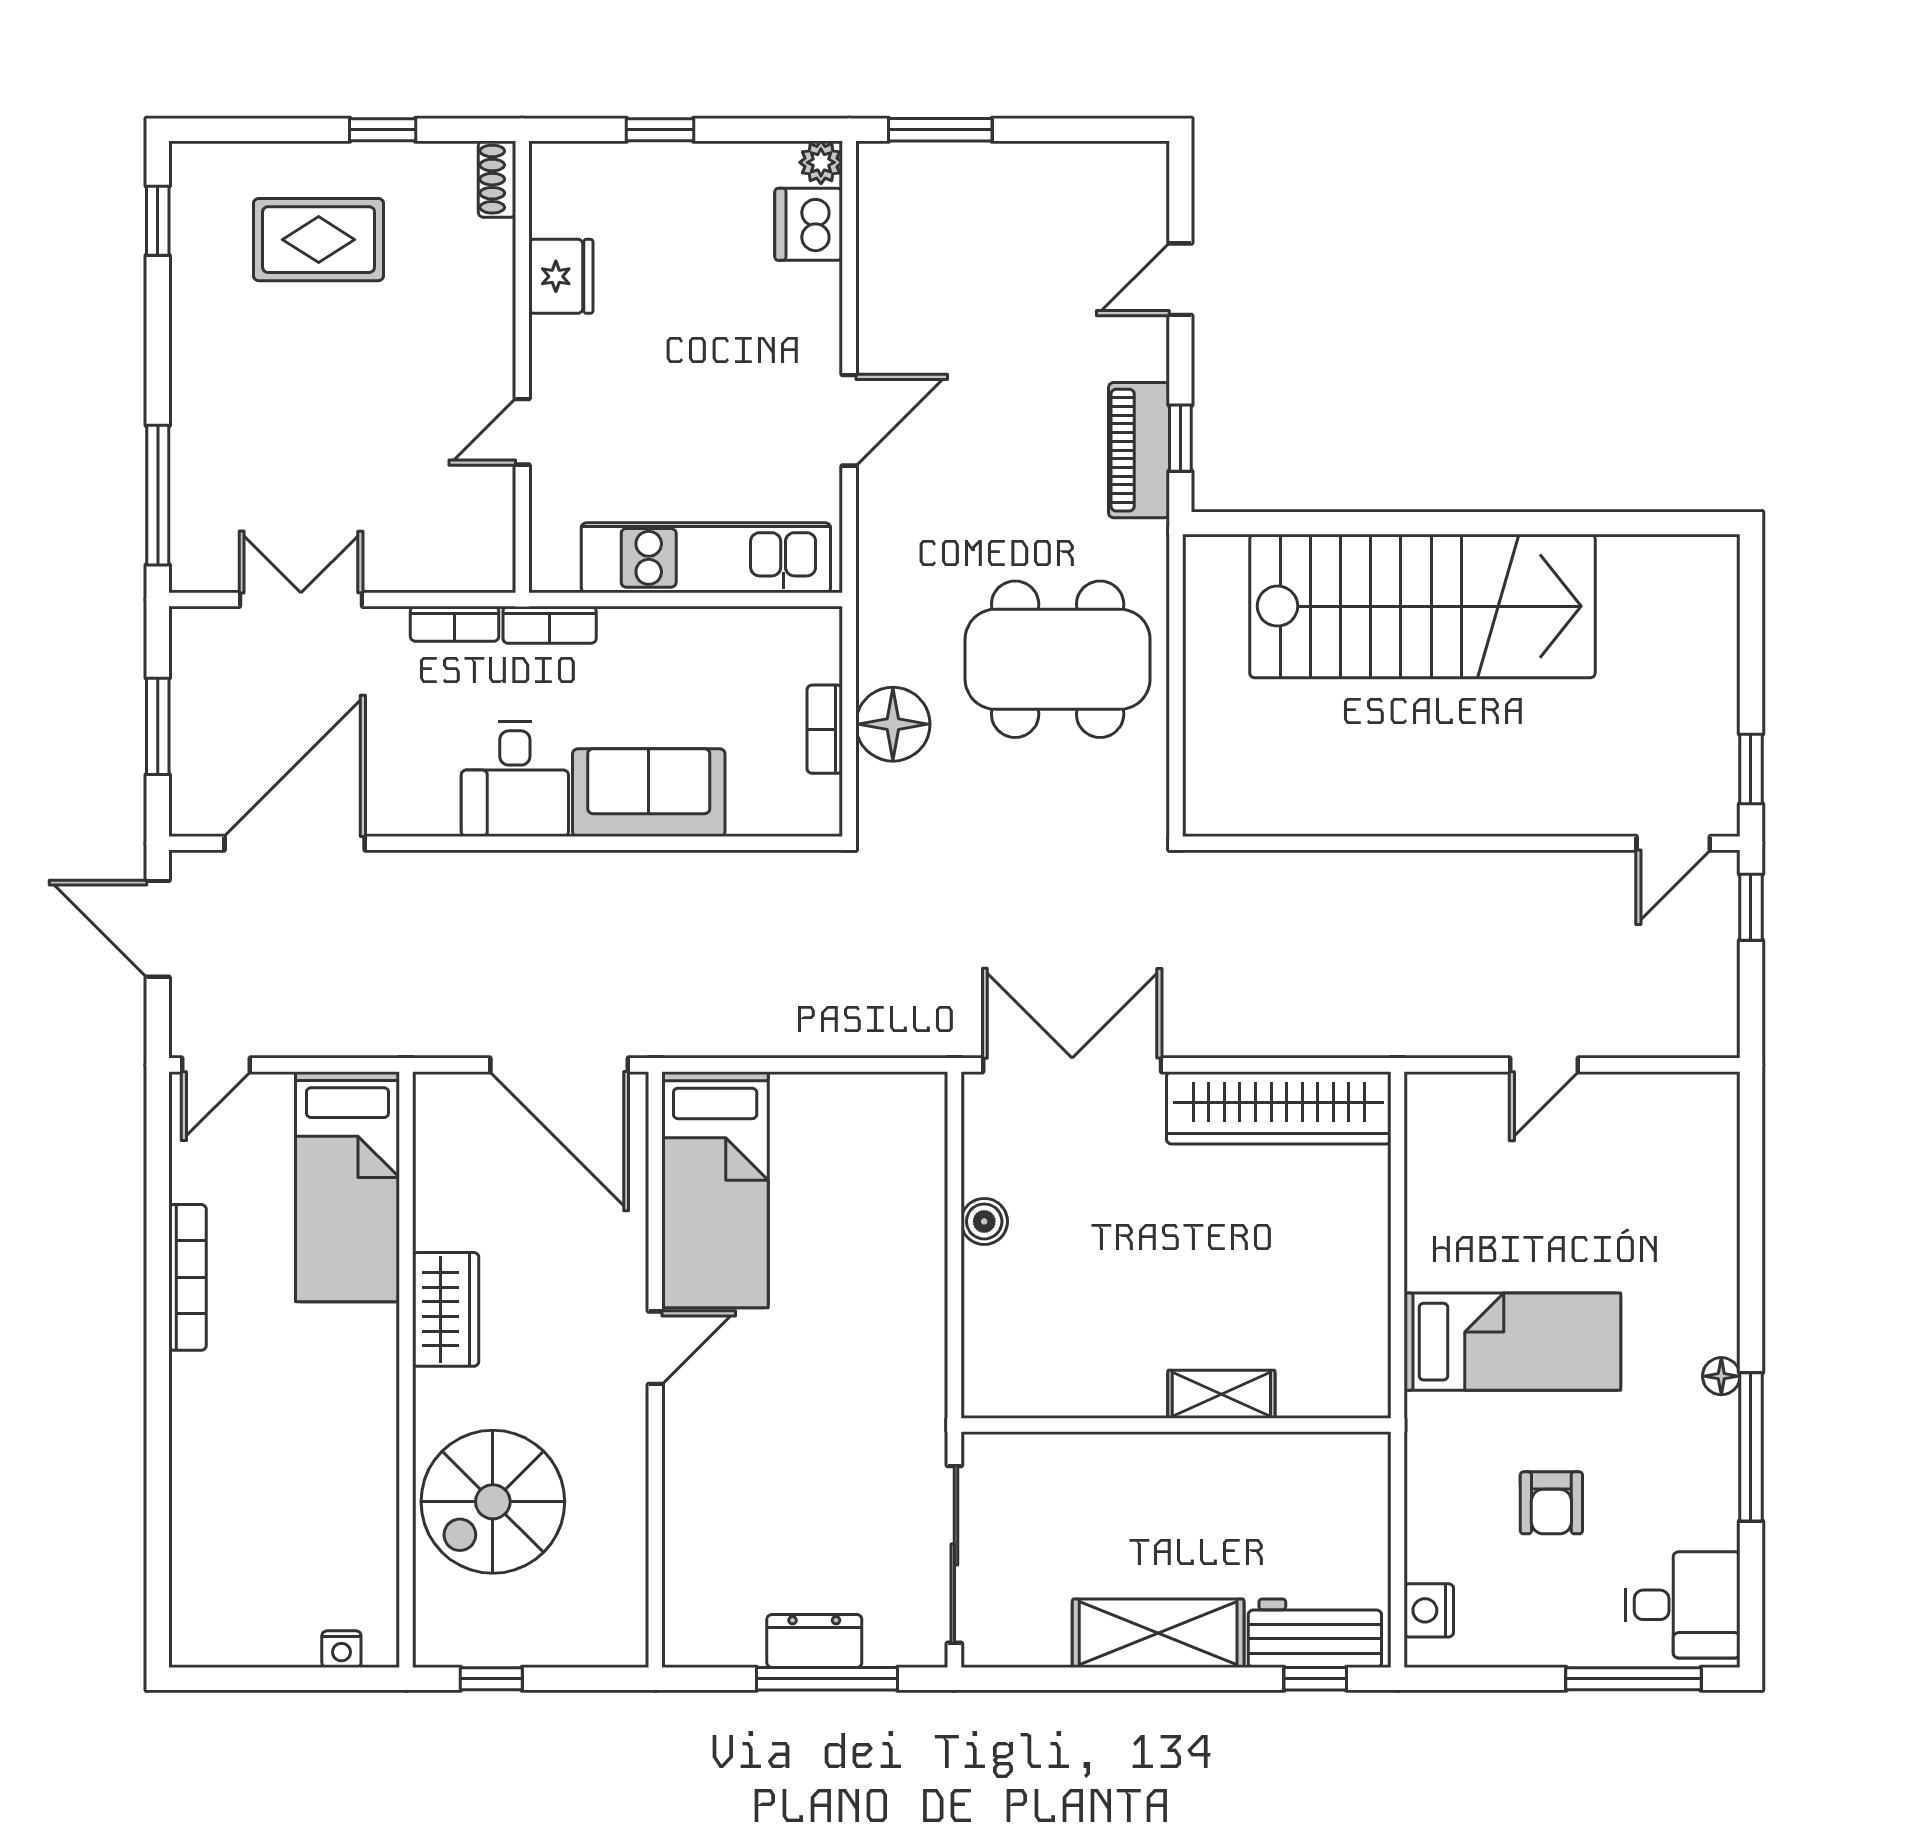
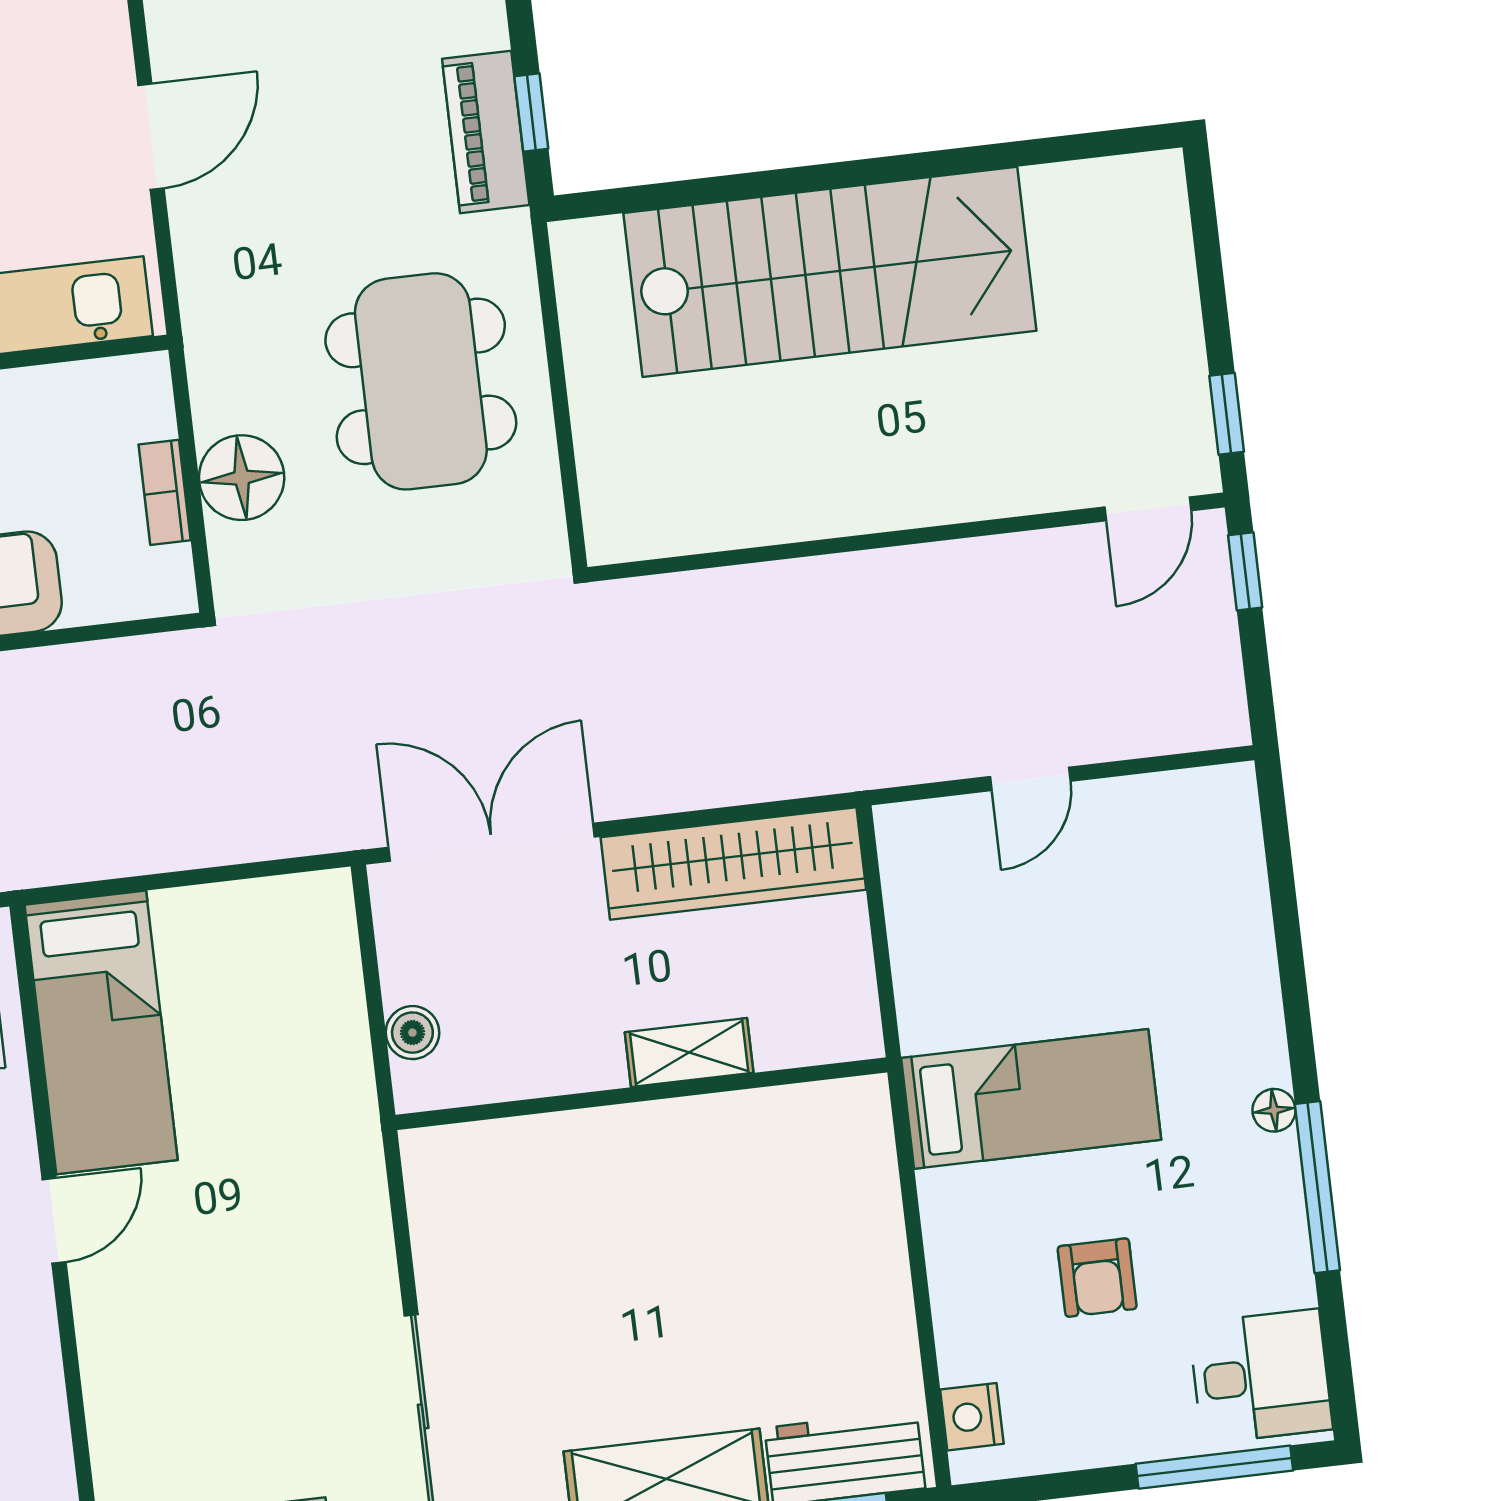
dining table: (1058, 659) -> (421, 381), turned 90
shelving: (1221, 1394) -> (689, 1053), moved
wall: (1176, 1425) -> (641, 1094), moved

